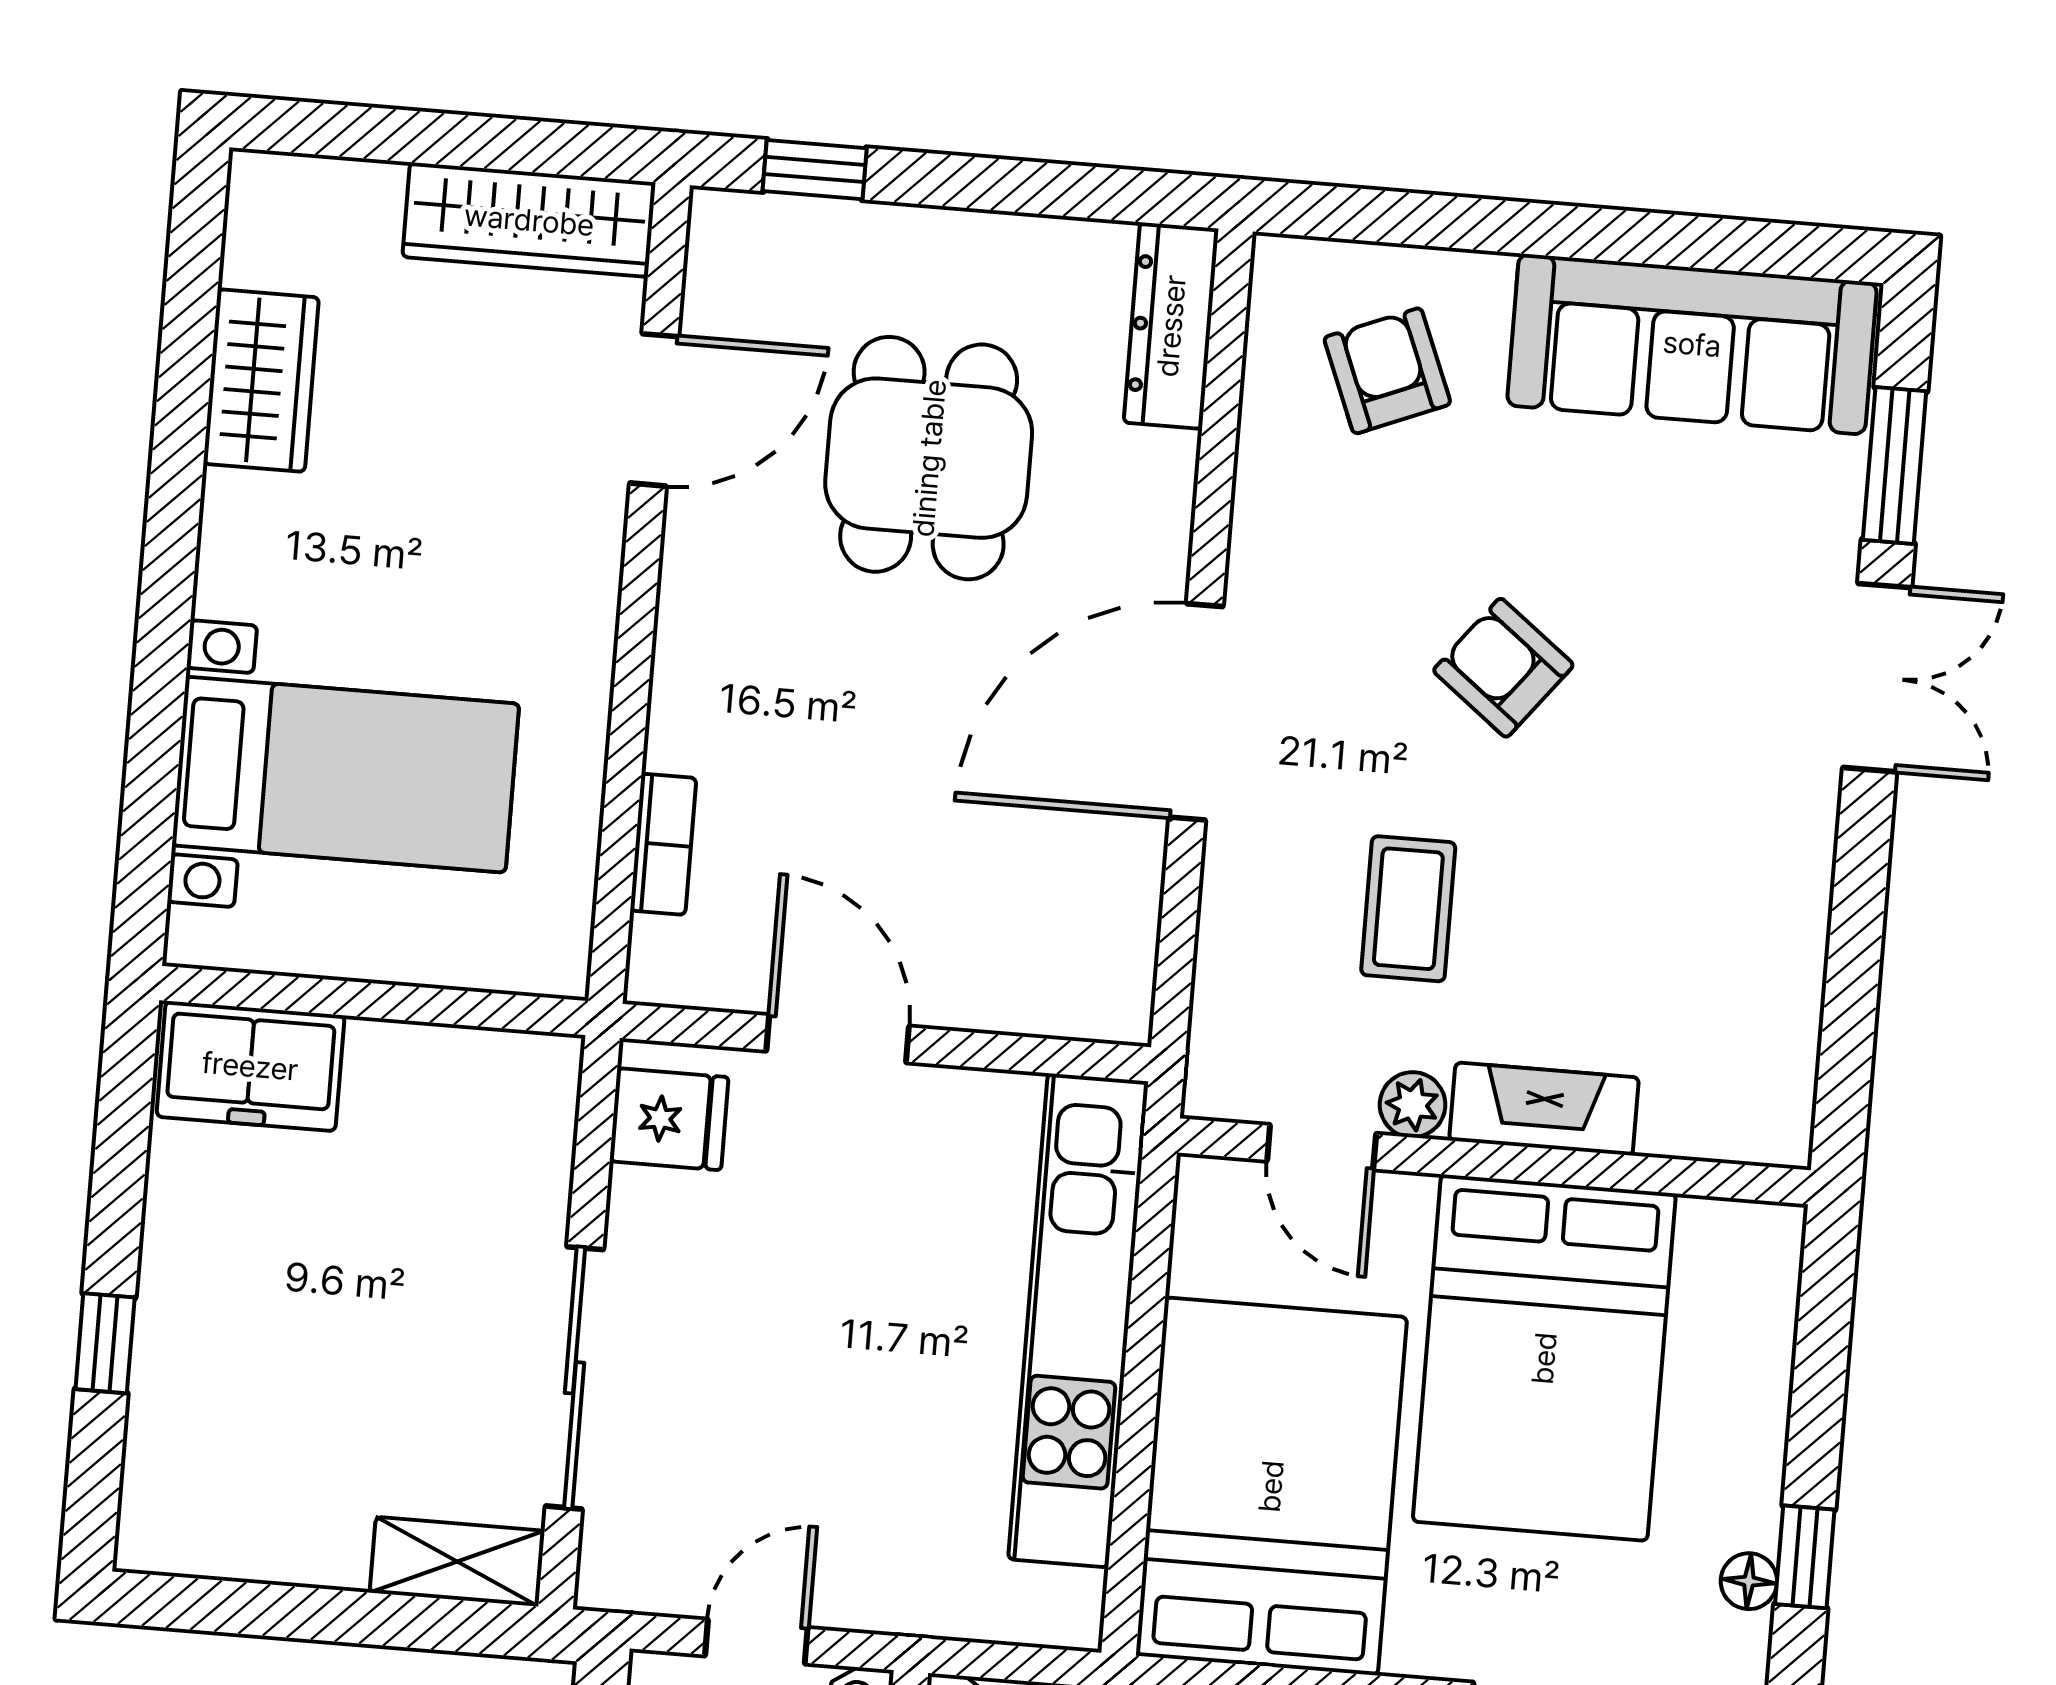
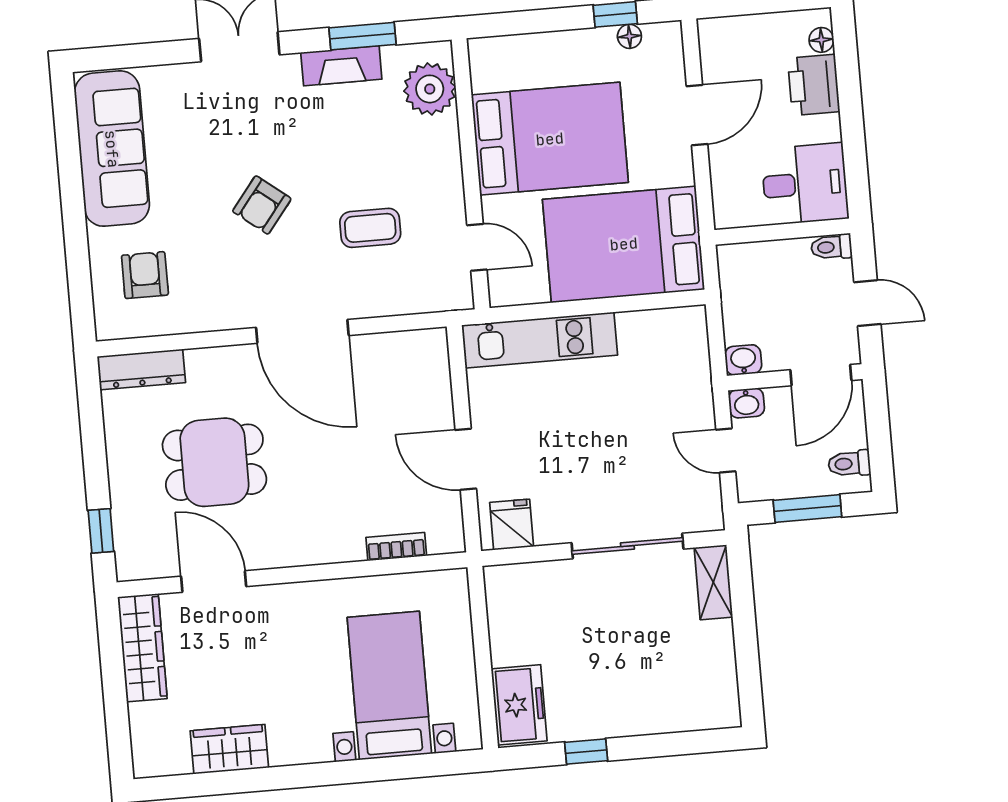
armchair: (1387, 371) -> (145, 275), turned 112
window: (1895, 465) -> (363, 36), moved
door: (838, 1039) -> (466, 459), hinge flipped
plant: (1413, 1105) -> (430, 89), moved, width x1.87, depth x1.87
fireplace: (1544, 1109) -> (341, 66), moved, turned -90
door: (1322, 1147) -> (477, 247), hinge flipped
kitchen unit: (1078, 1320) -> (540, 340), width x0.73
window: (105, 1343) -> (586, 752), moved

